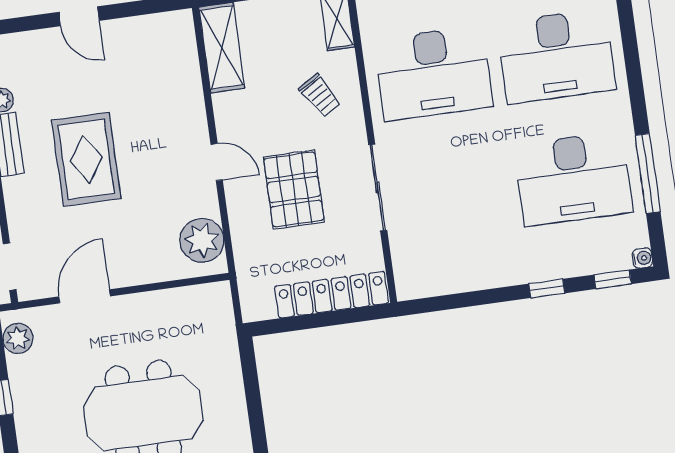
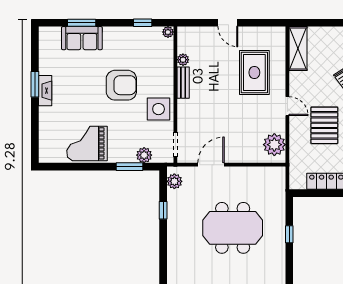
rug: (86, 159) -> (254, 72), moved
window: (255, 410) -> (289, 234), added

